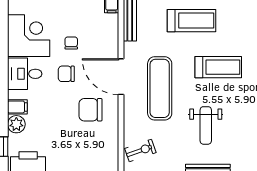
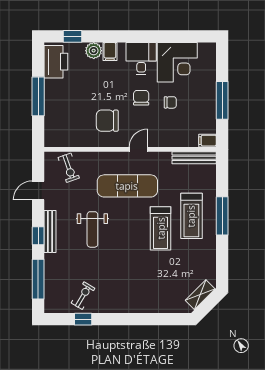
treadmill: (218, 67) -> (161, 228), moved
door: (121, 77) -> (138, 149), width x0.53
chair: (91, 110) -> (107, 121), turned -90
weight bench: (206, 125) -> (92, 229), turned -90

